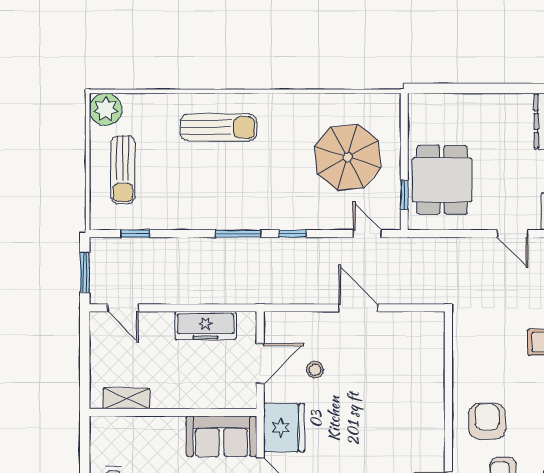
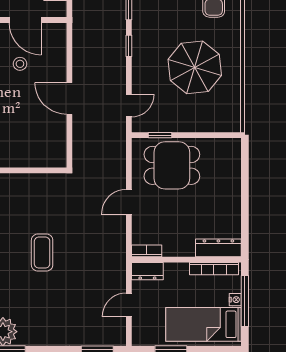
parasol: (348, 157) -> (195, 67), moved
door: (513, 234) -> (129, 202), moved
door: (358, 308) -> (69, 98), swing flipped

